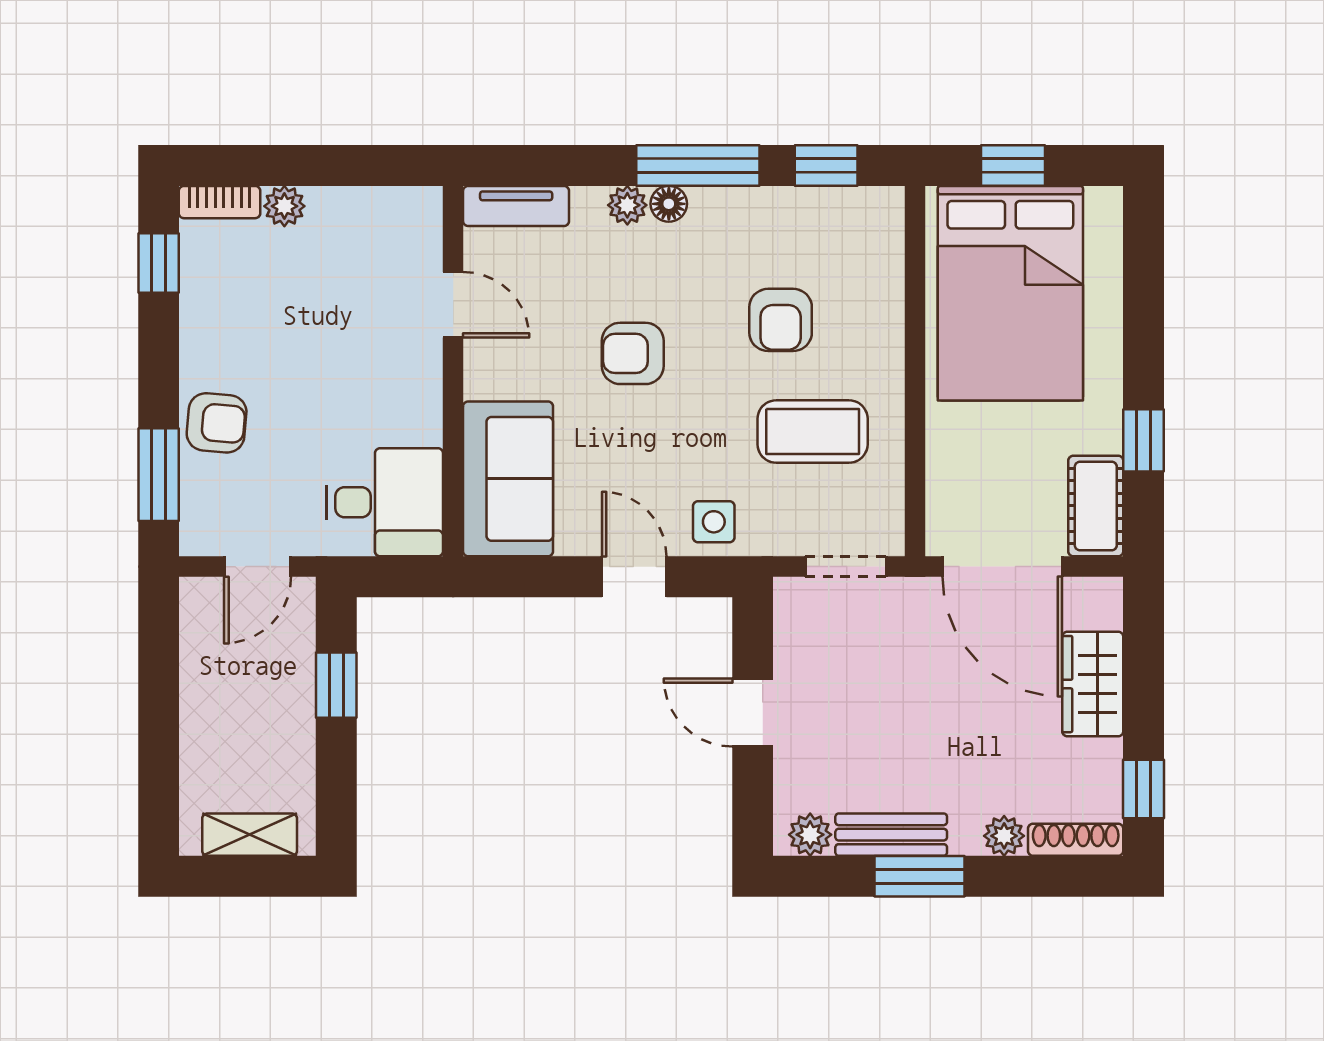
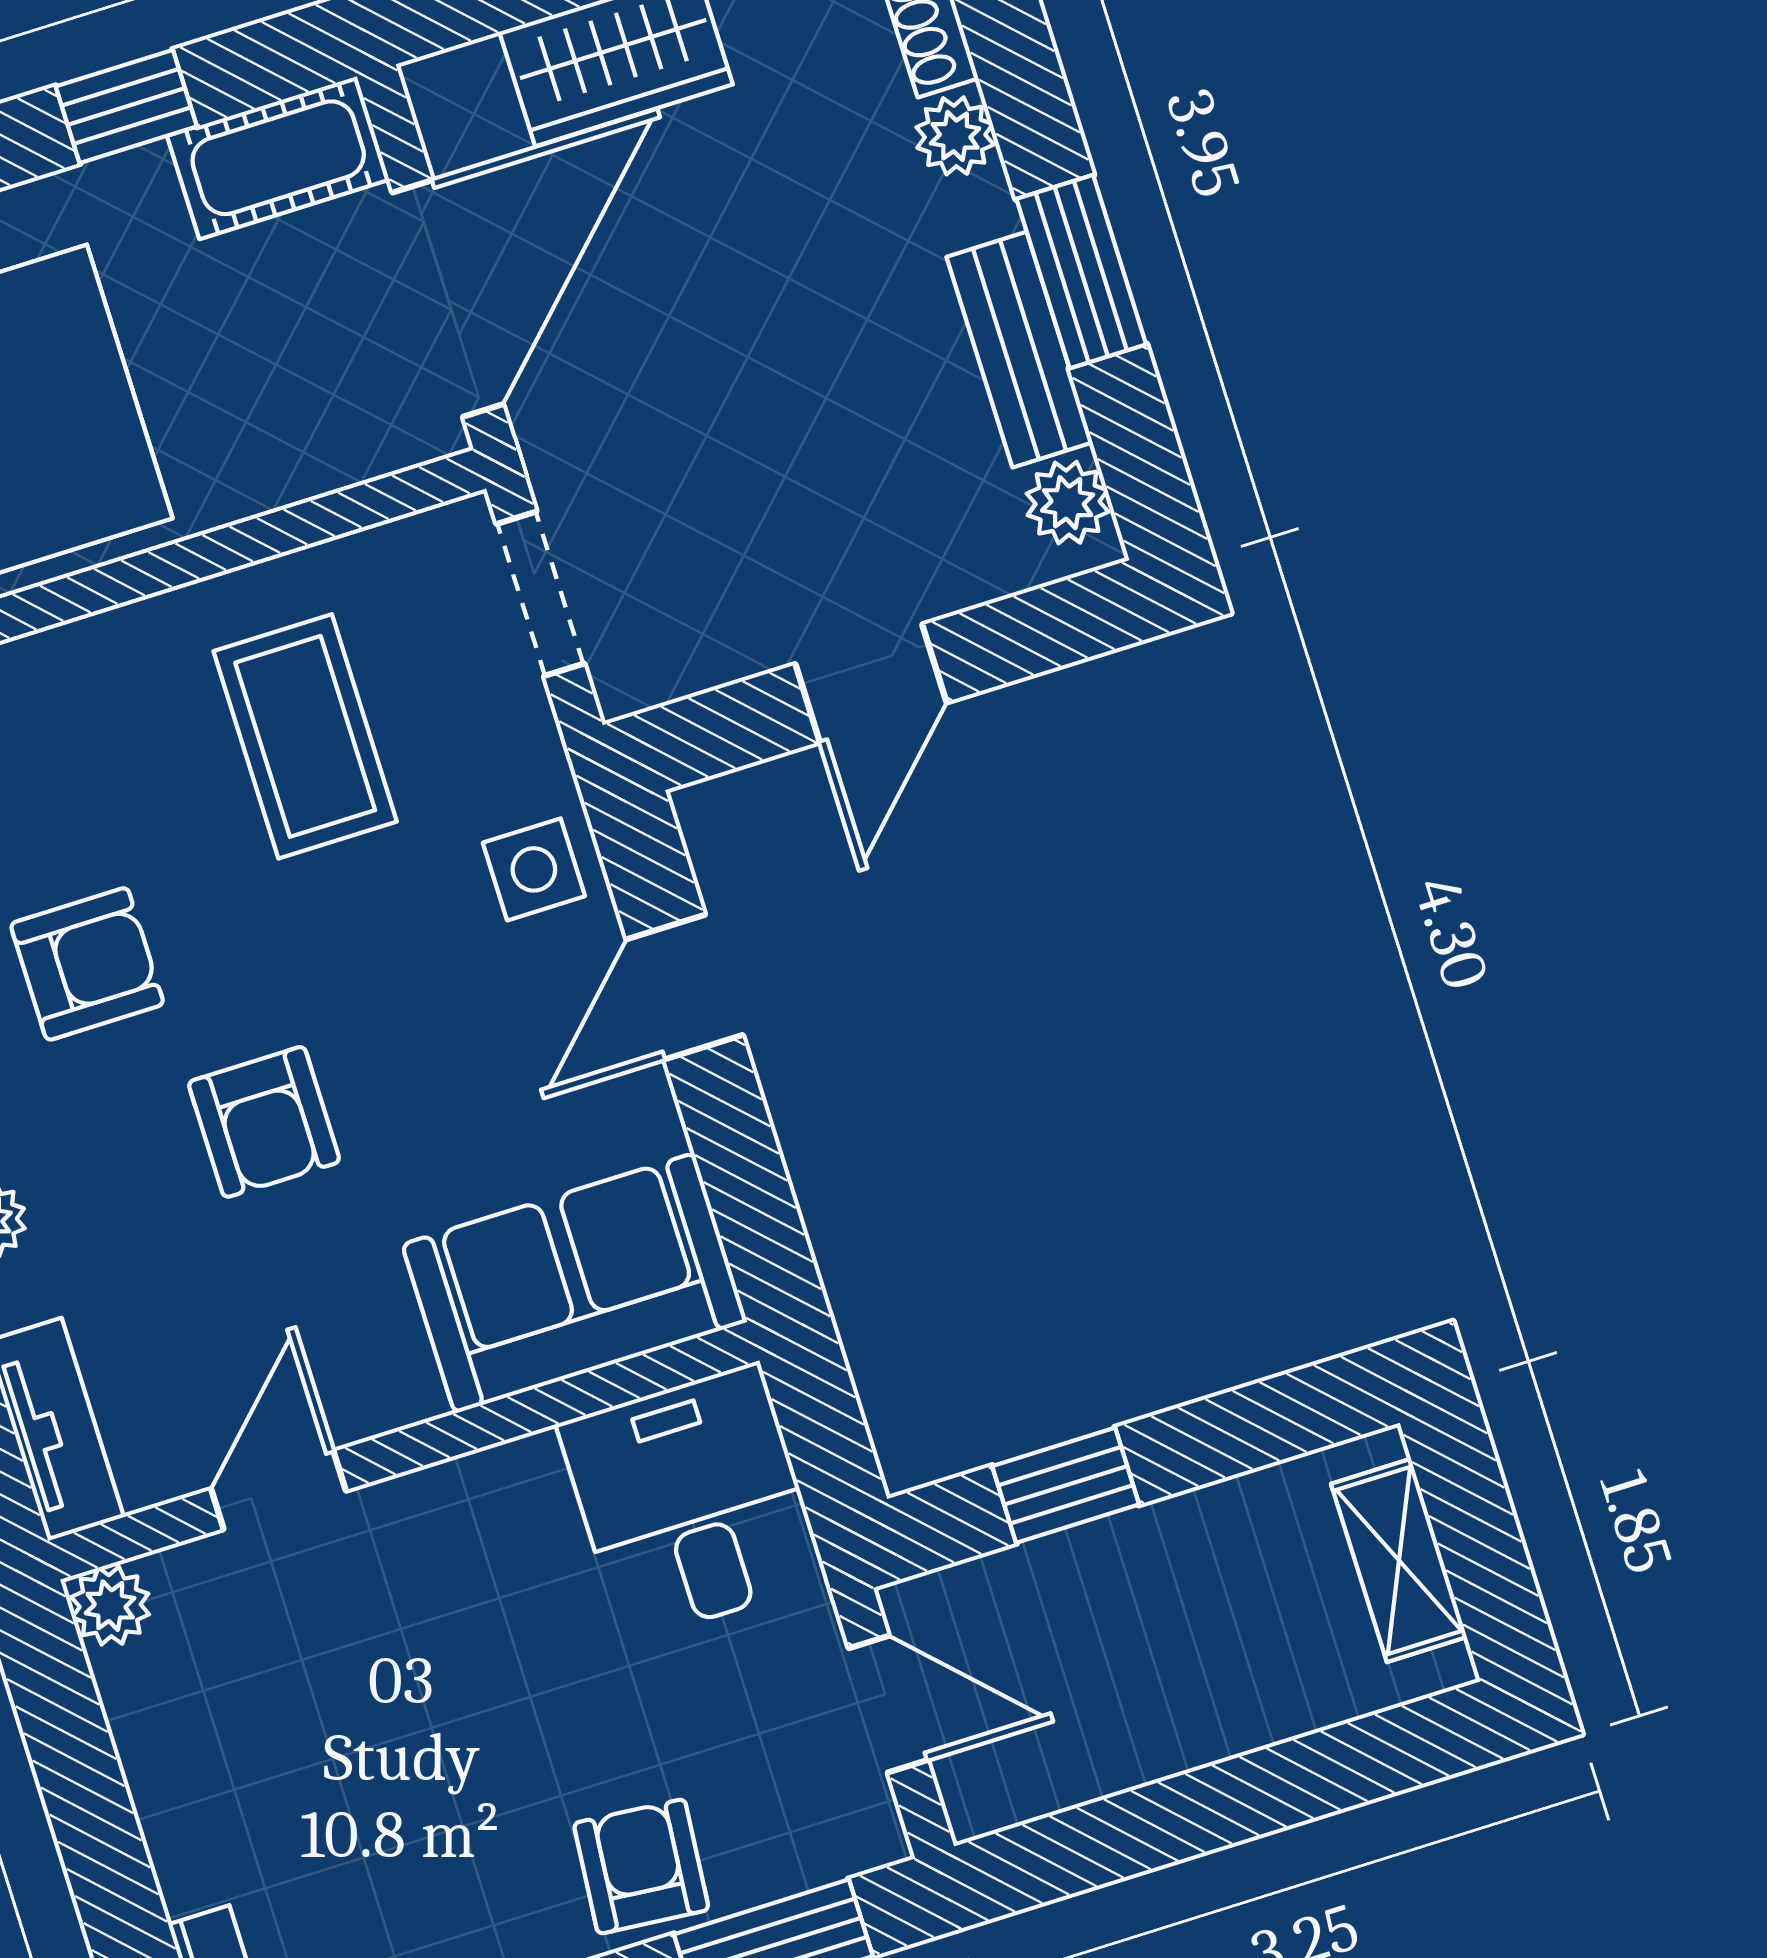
plant: (284, 206) -> (110, 1606), moved
armchair: (781, 320) -> (87, 964), moved

